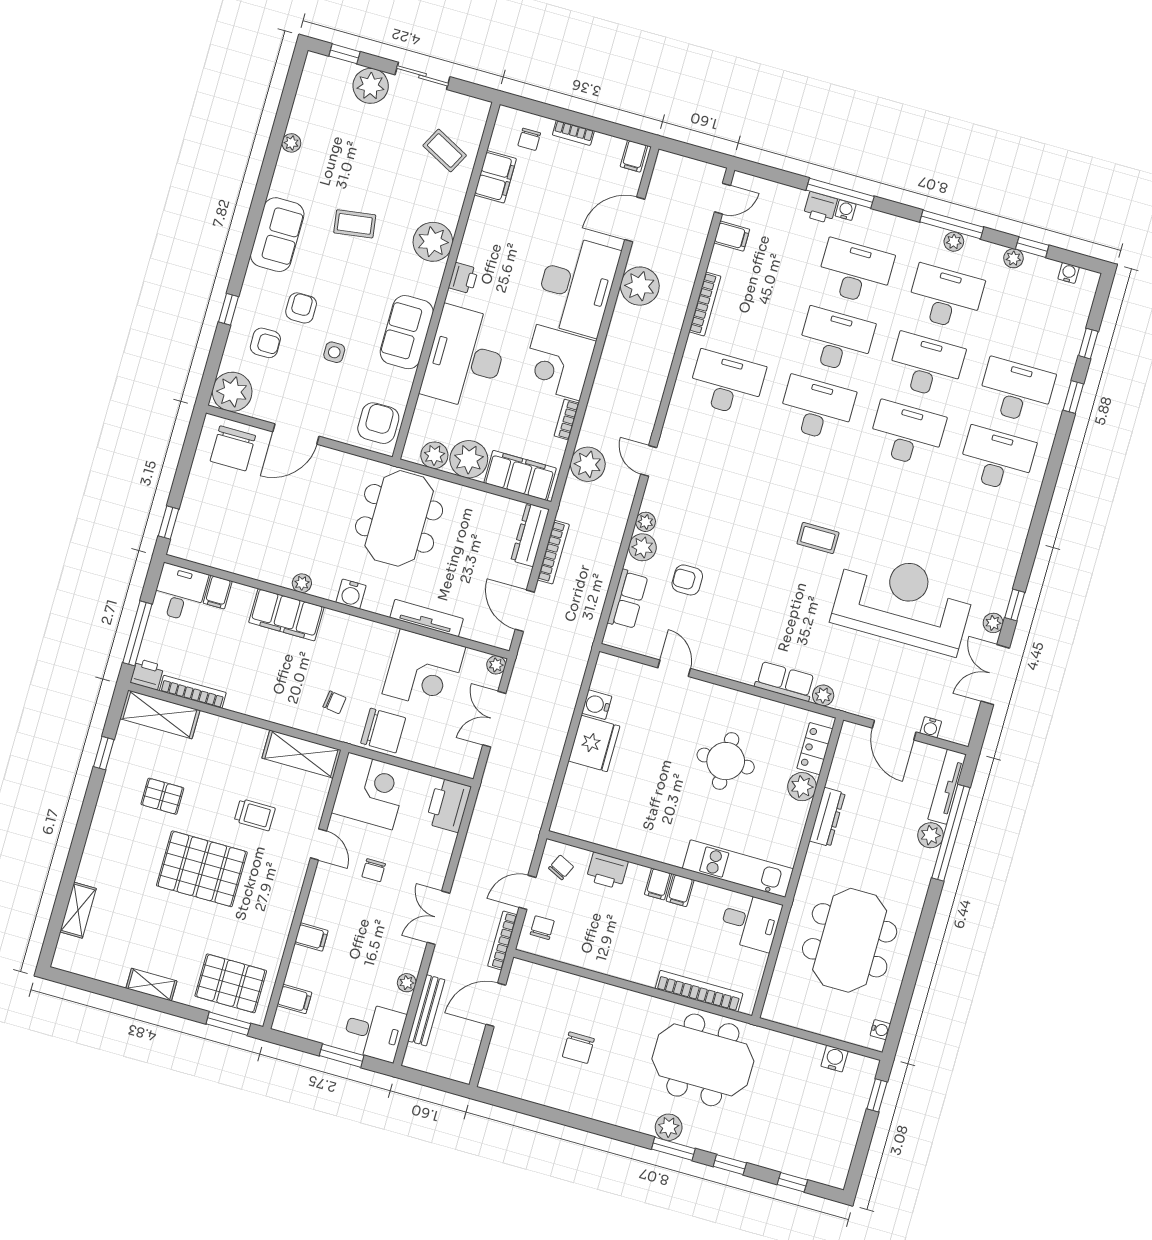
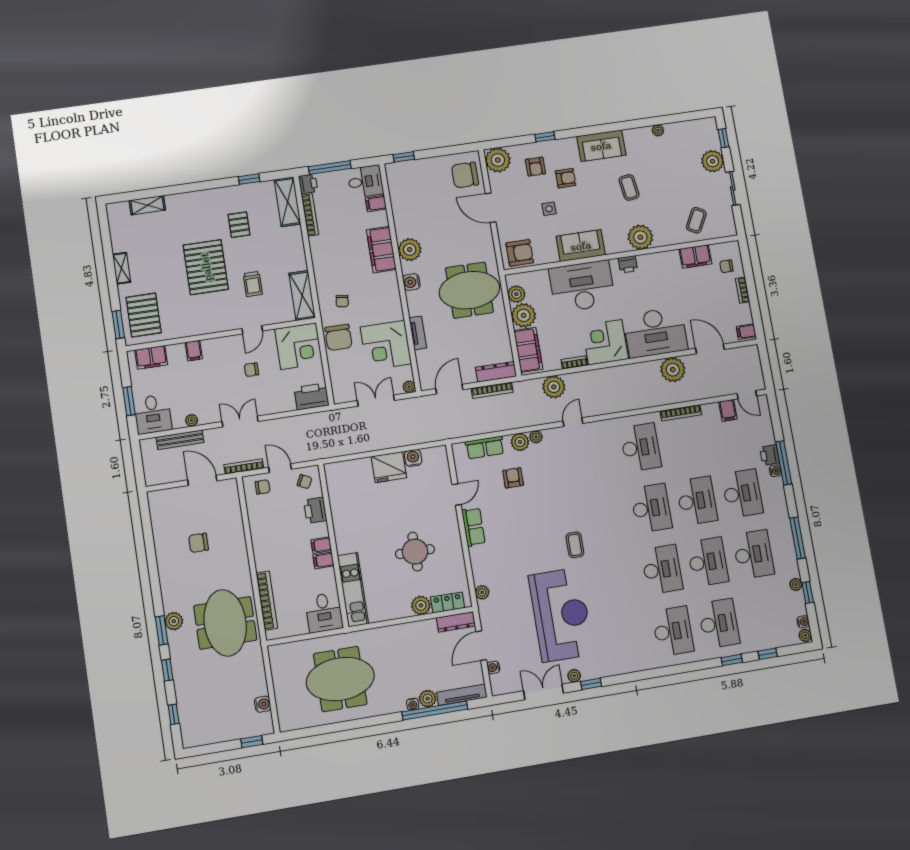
plant: (954, 242) -> (805, 635), moved
plant: (302, 583) -> (410, 250), width x1.87, depth x1.87
tv unit: (427, 618) -> (418, 333), width x0.71
row of seats: (785, 681) -> (473, 527), moved
dresser: (827, 817) -> (456, 622), moved
filing cabinet: (294, 999) -> (151, 357), width x2.00
water cooler: (880, 1030) -> (413, 704), moved

